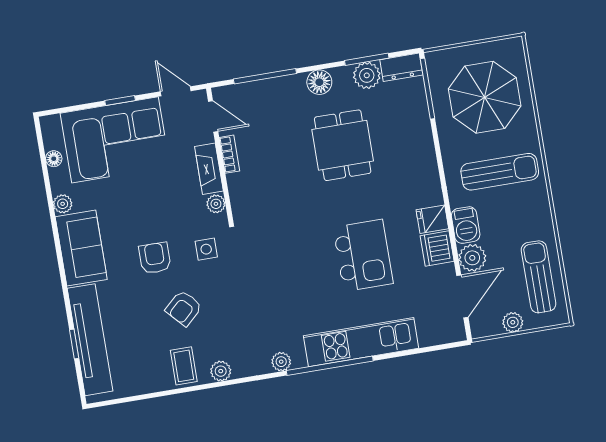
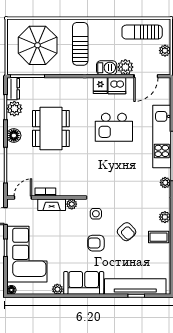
dining table: (343, 145) -> (51, 128), width x1.38
floor lamp: (54, 159) -> (11, 290), moved
kitchen island: (363, 255) -> (114, 127), turned 180
door: (462, 296) -> (146, 76), swing flipped

